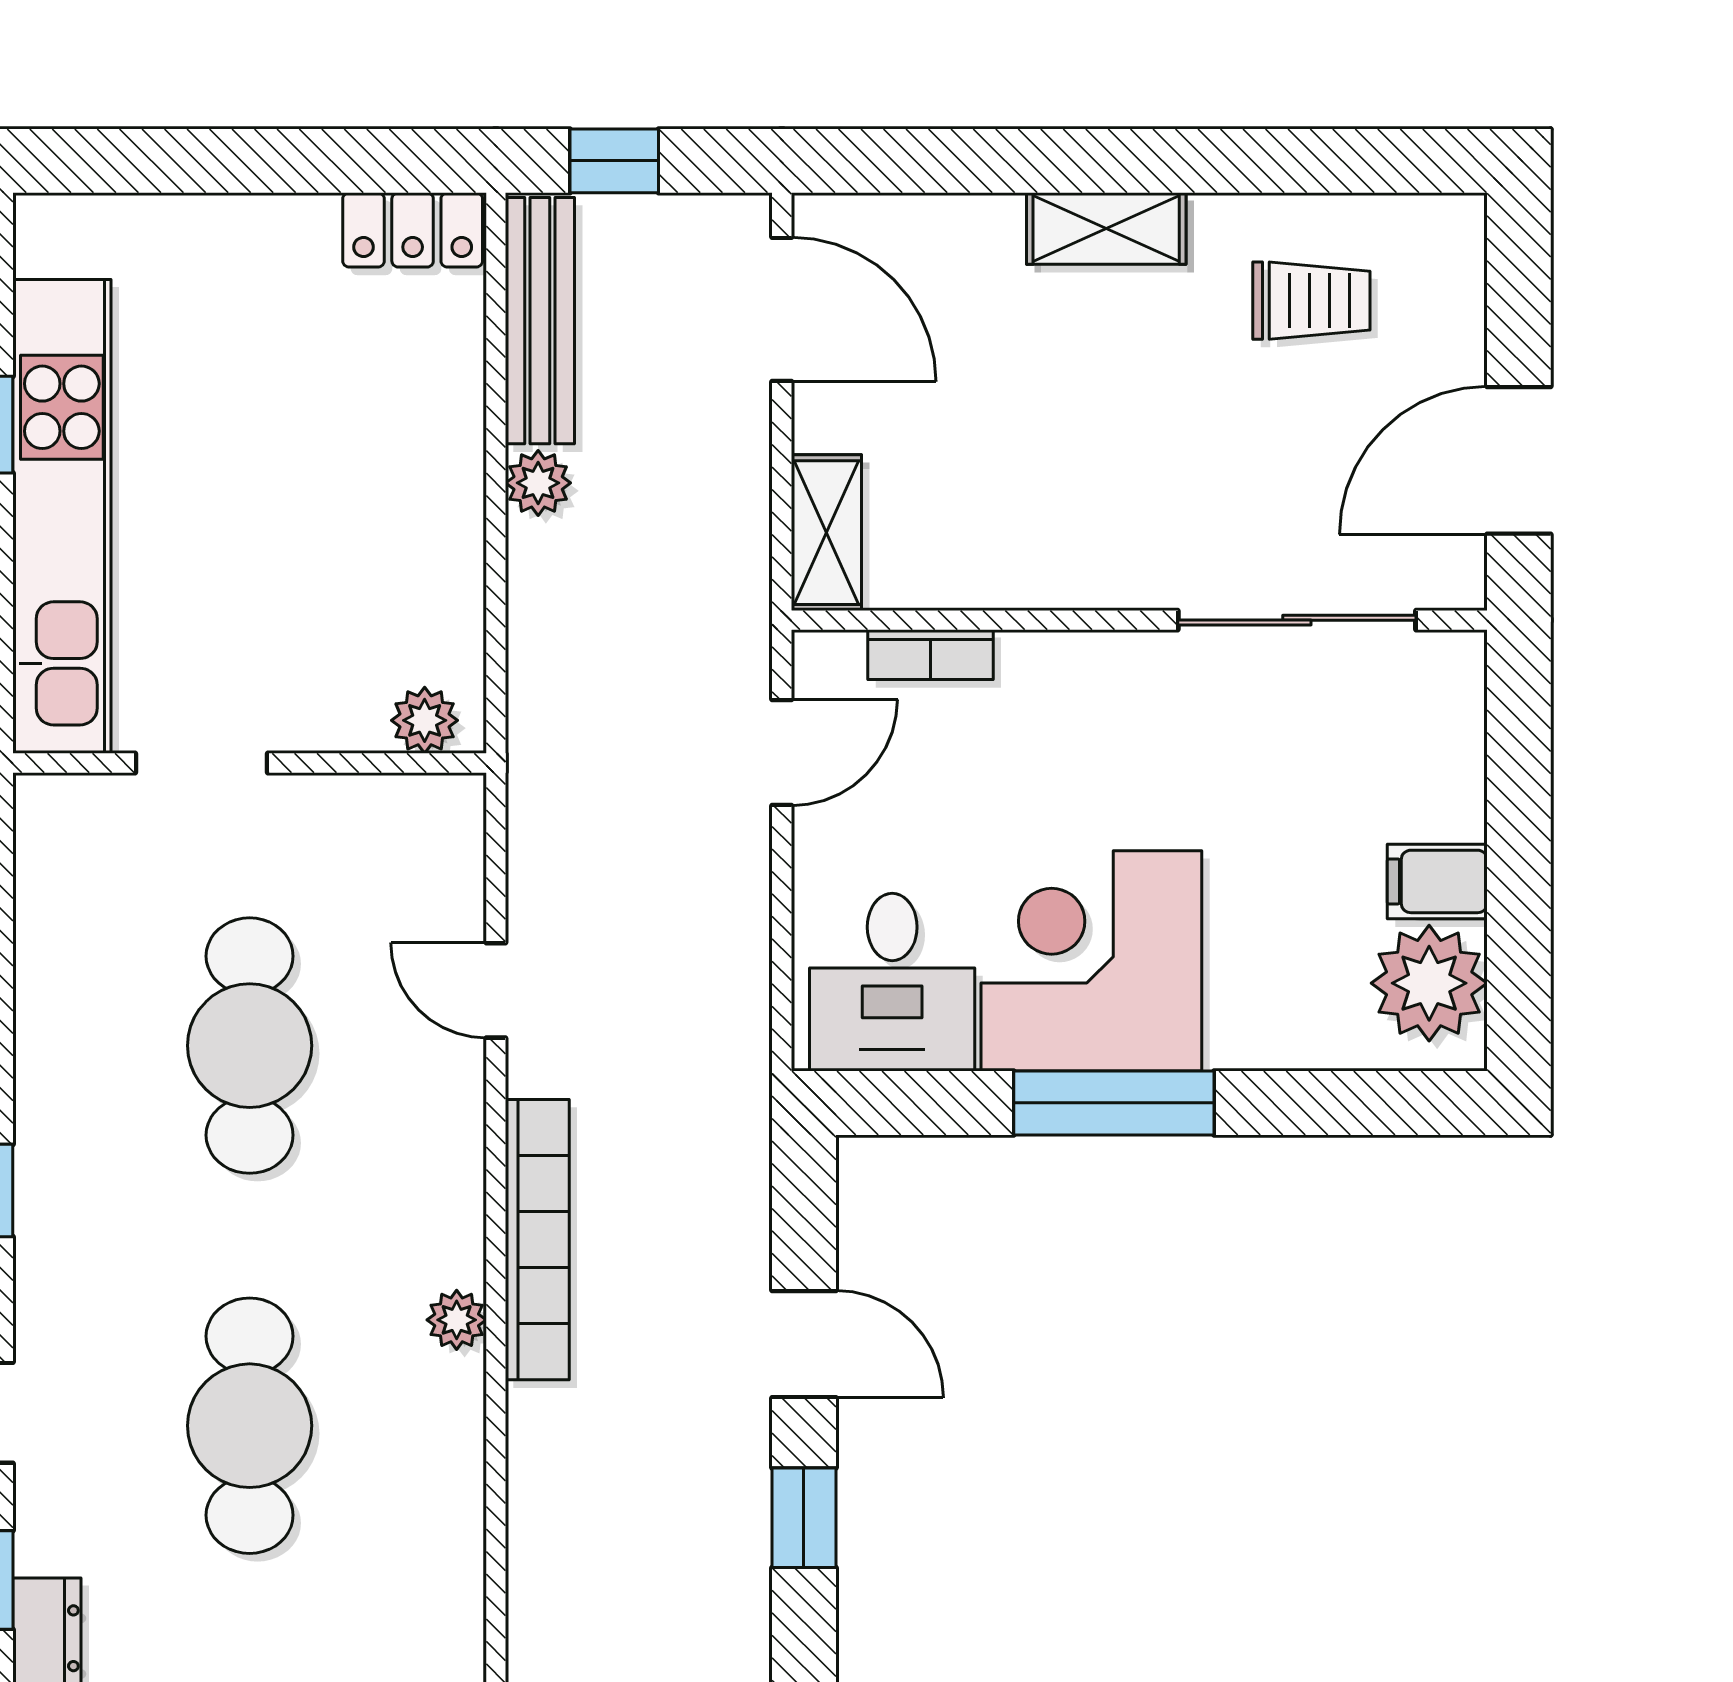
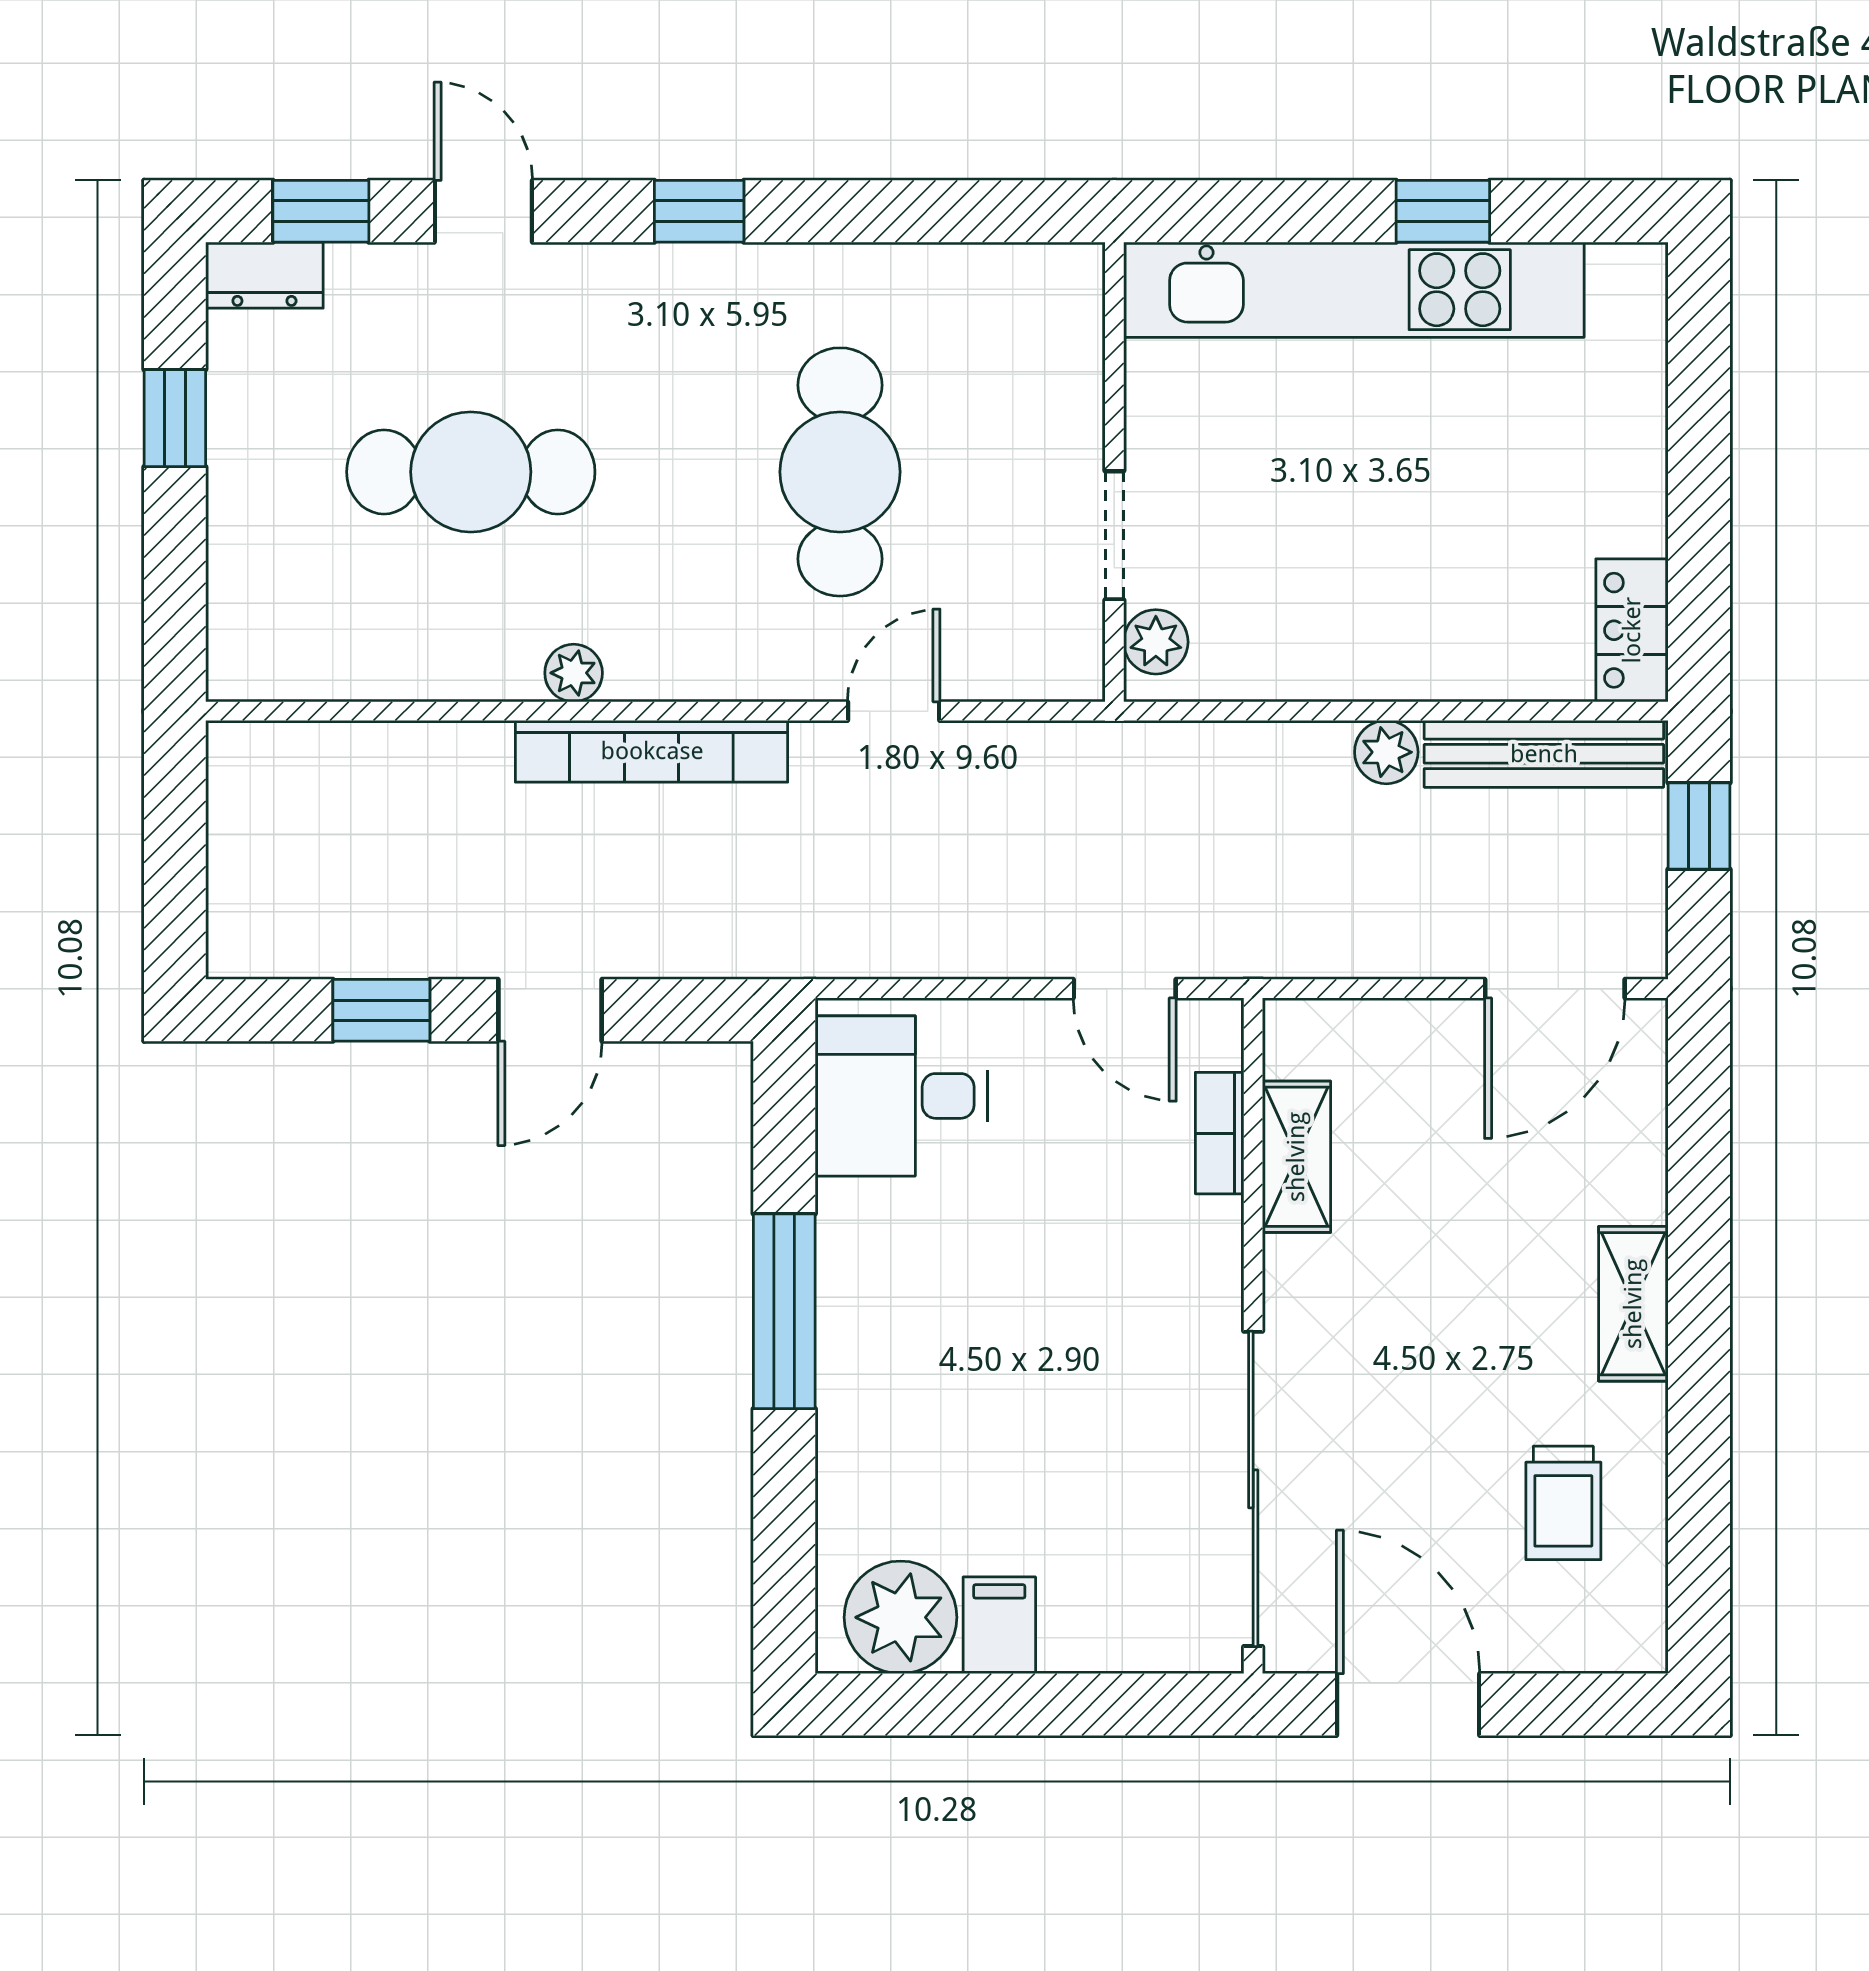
shelving: (826, 533) -> (1296, 1157), moved, turned 90
sliding door: (1297, 620) -> (1253, 1489), width x1.36
doorway: (202, 763) -> (1114, 535), moved
corner desk: (1091, 961) -> (922, 1289), removed
cafe table: (250, 1046) -> (840, 472), turned 90

